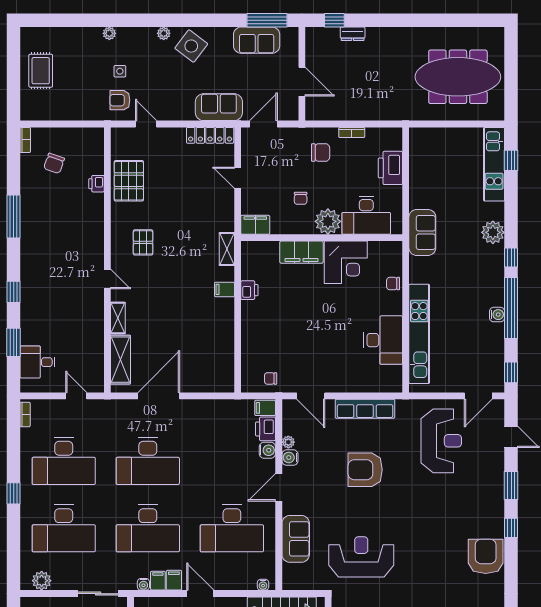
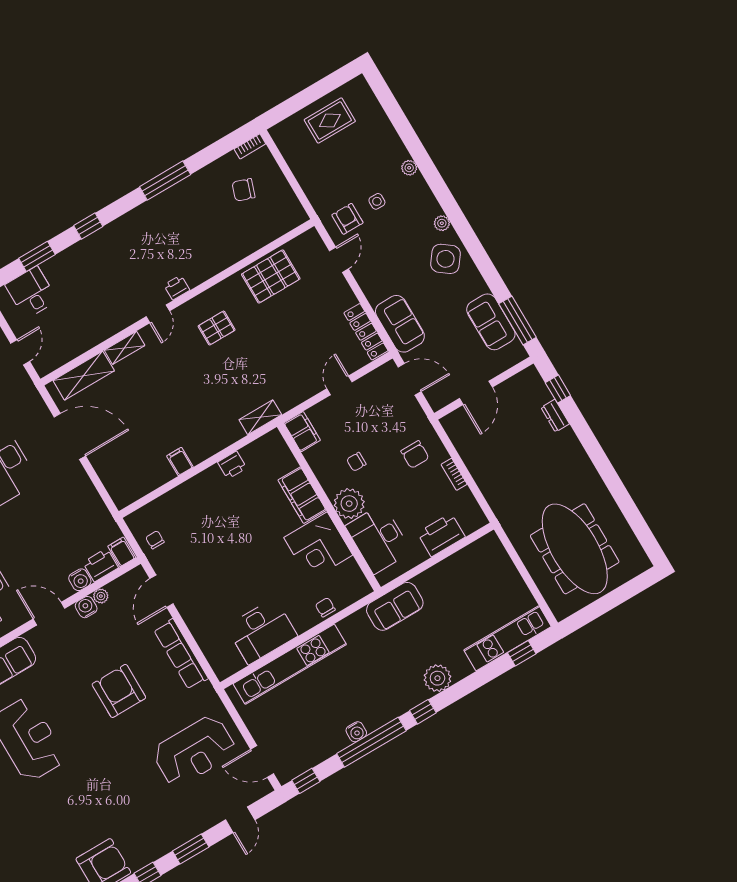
printer: (96, 184) -> (177, 288), moved
filing cabinet: (224, 289) -> (180, 462), moved

